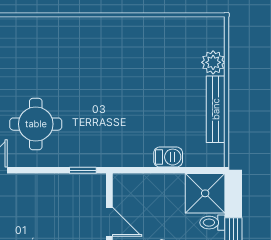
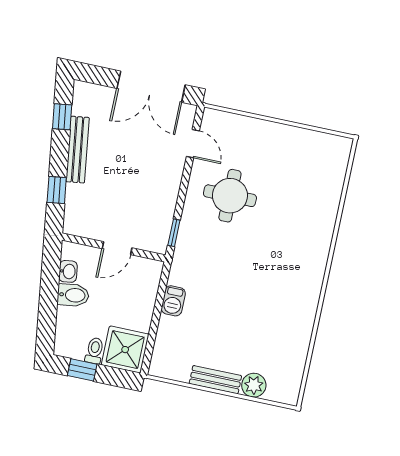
bench: (216, 109) -> (215, 380), width x0.73
barbecue: (168, 157) -> (173, 301), moved

